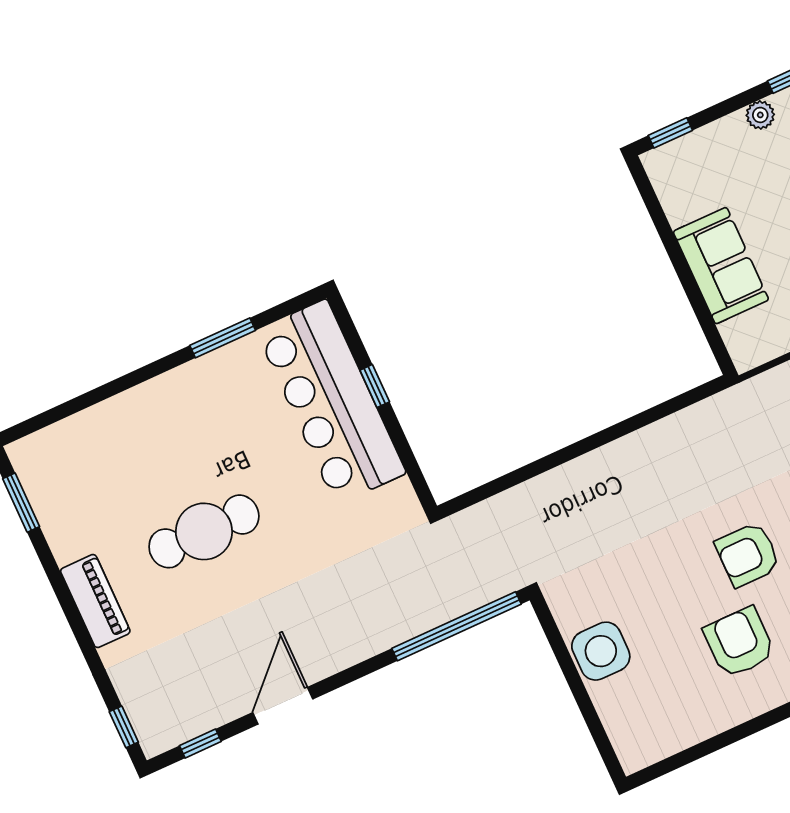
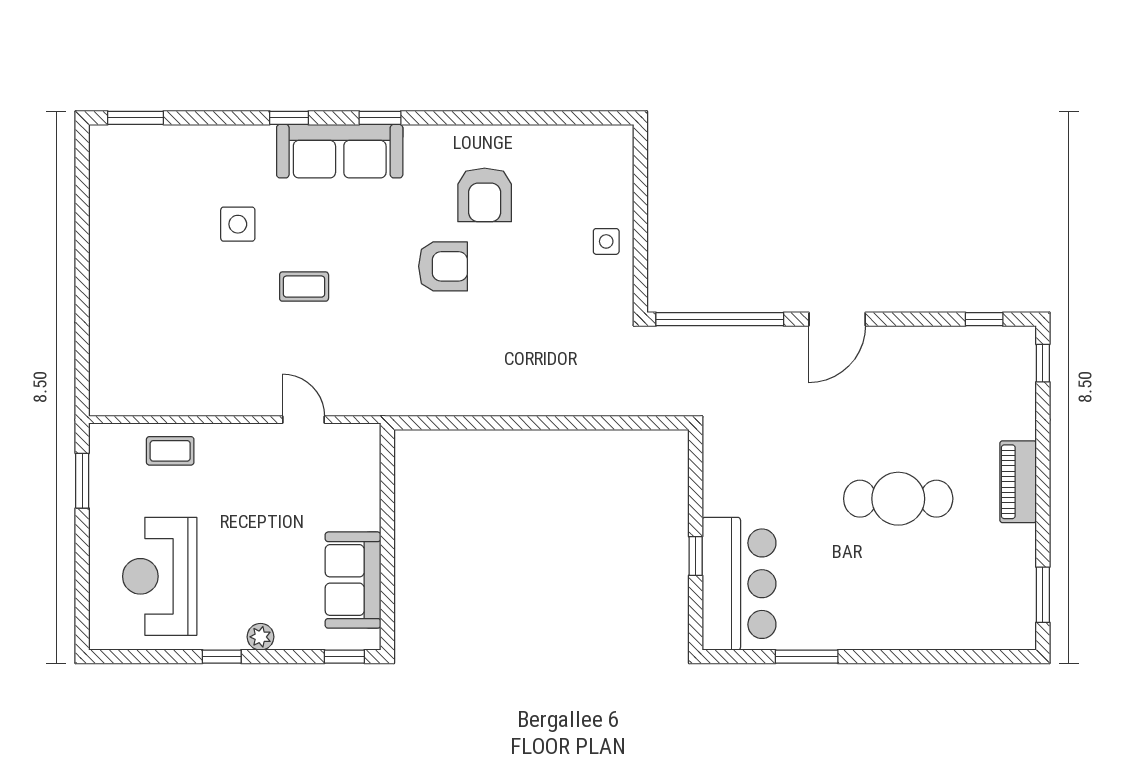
sofa: (721, 266) -> (353, 580), moved
bar counter: (331, 402) -> (739, 584), width x0.73
side table: (601, 651) -> (606, 241), width x0.54, depth x0.54
door: (283, 706) -> (837, 319), moved

